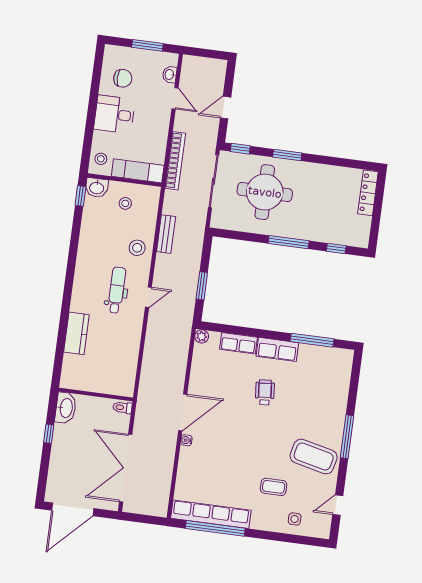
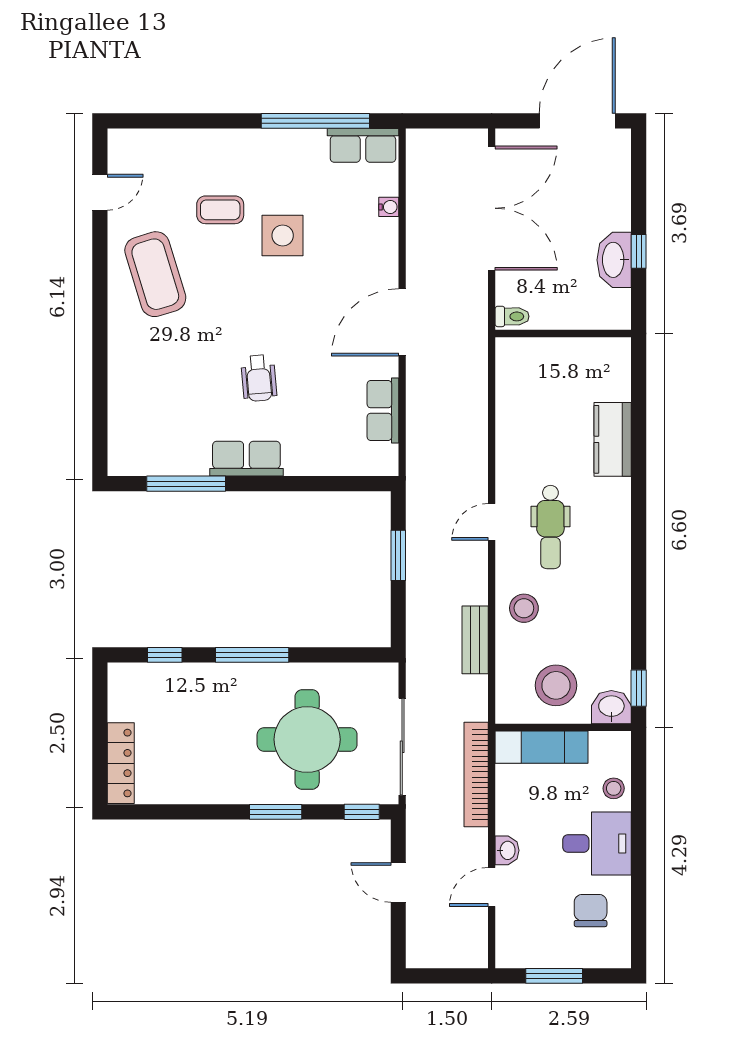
washbasin: (170, 75) -> (507, 850), moved
chair: (123, 78) -> (591, 911), turned 90
door: (175, 98) -> (492, 887), hinge flipped
door: (226, 108) -> (398, 883), swing flipped
stool: (101, 159) -> (614, 788), moved
stool: (125, 203) -> (556, 685), width x1.89, depth x1.89
plant: (202, 336) -> (386, 464), removed
row of seats: (238, 343) -> (383, 411), moved, turned -90
washbasin: (66, 408) -> (614, 260), moved
window: (347, 437) -> (100, 318), removed
water cooler: (186, 440) -> (389, 207), moved
coffee table: (314, 457) -> (155, 274), turned 60
row of seats: (211, 514) -> (363, 145), width x0.50
side table: (295, 519) -> (283, 236), moved, width x1.87, depth x1.87

